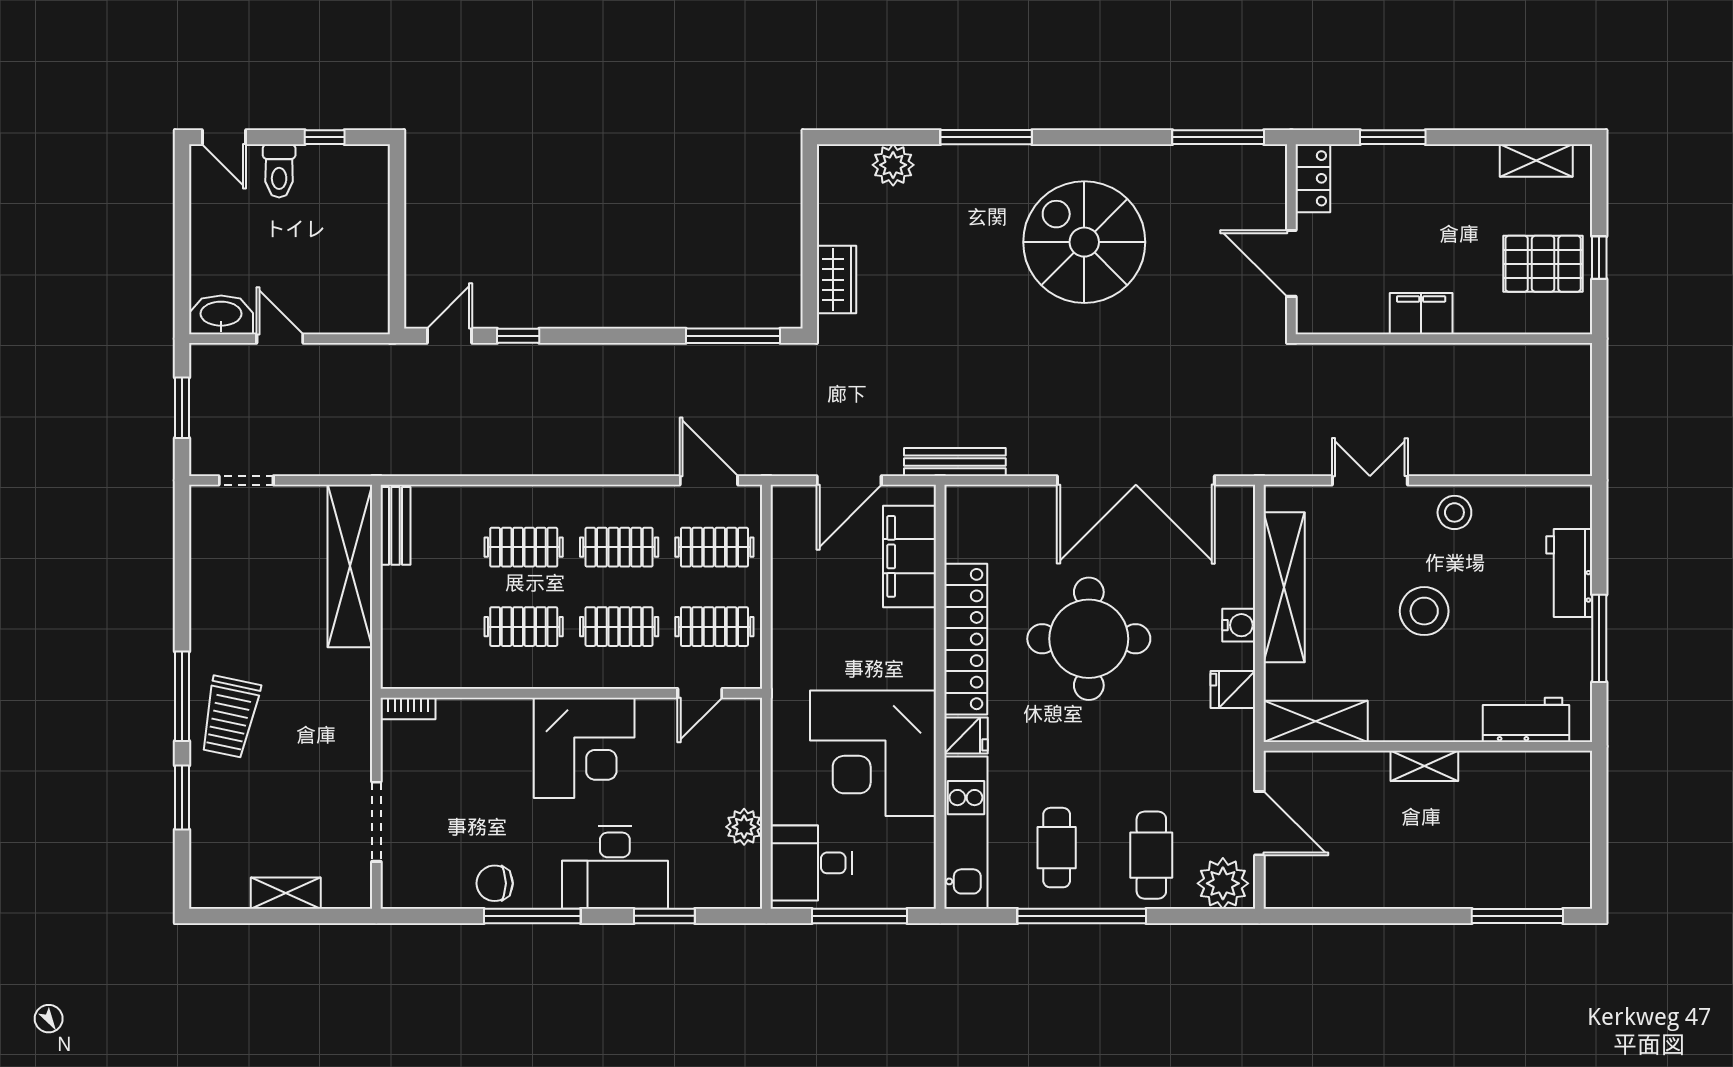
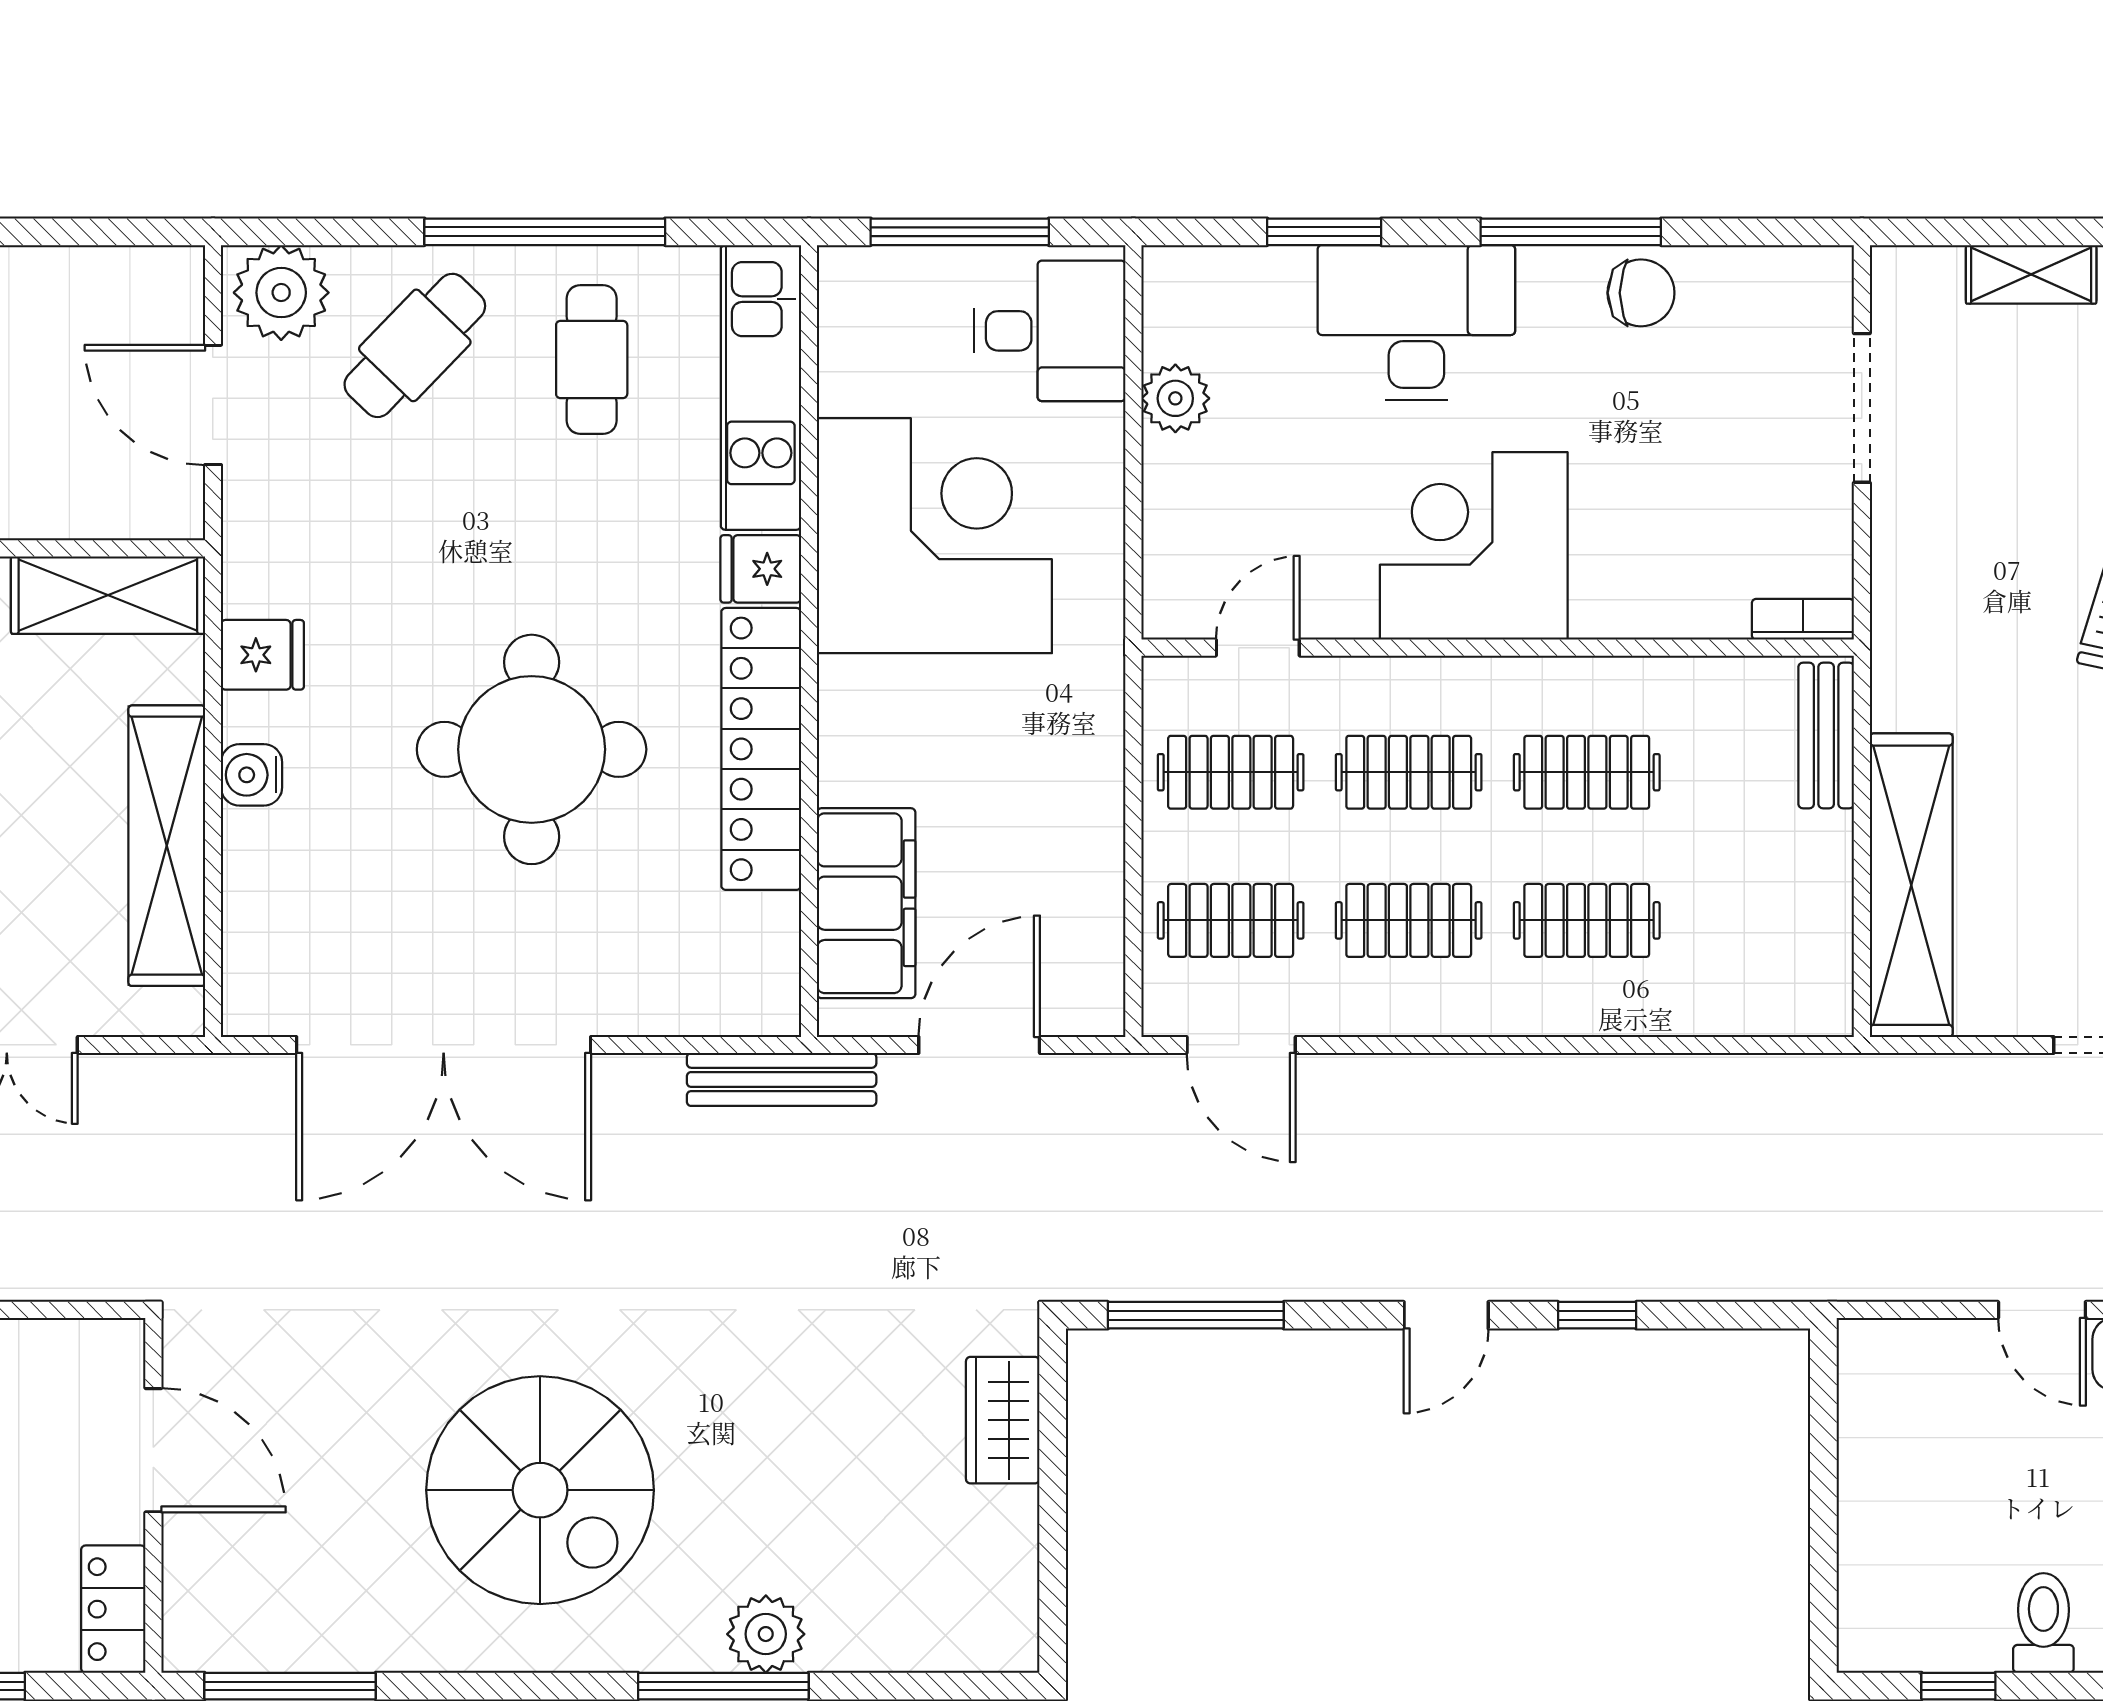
plant: (893, 165) -> (766, 1634), moved
door: (450, 336) -> (1446, 1315), moved
double door: (1136, 480) -> (444, 1045), swing flipped
bench: (395, 526) -> (1826, 735), moved
cafe table: (1151, 855) -> (415, 345), turned 44

